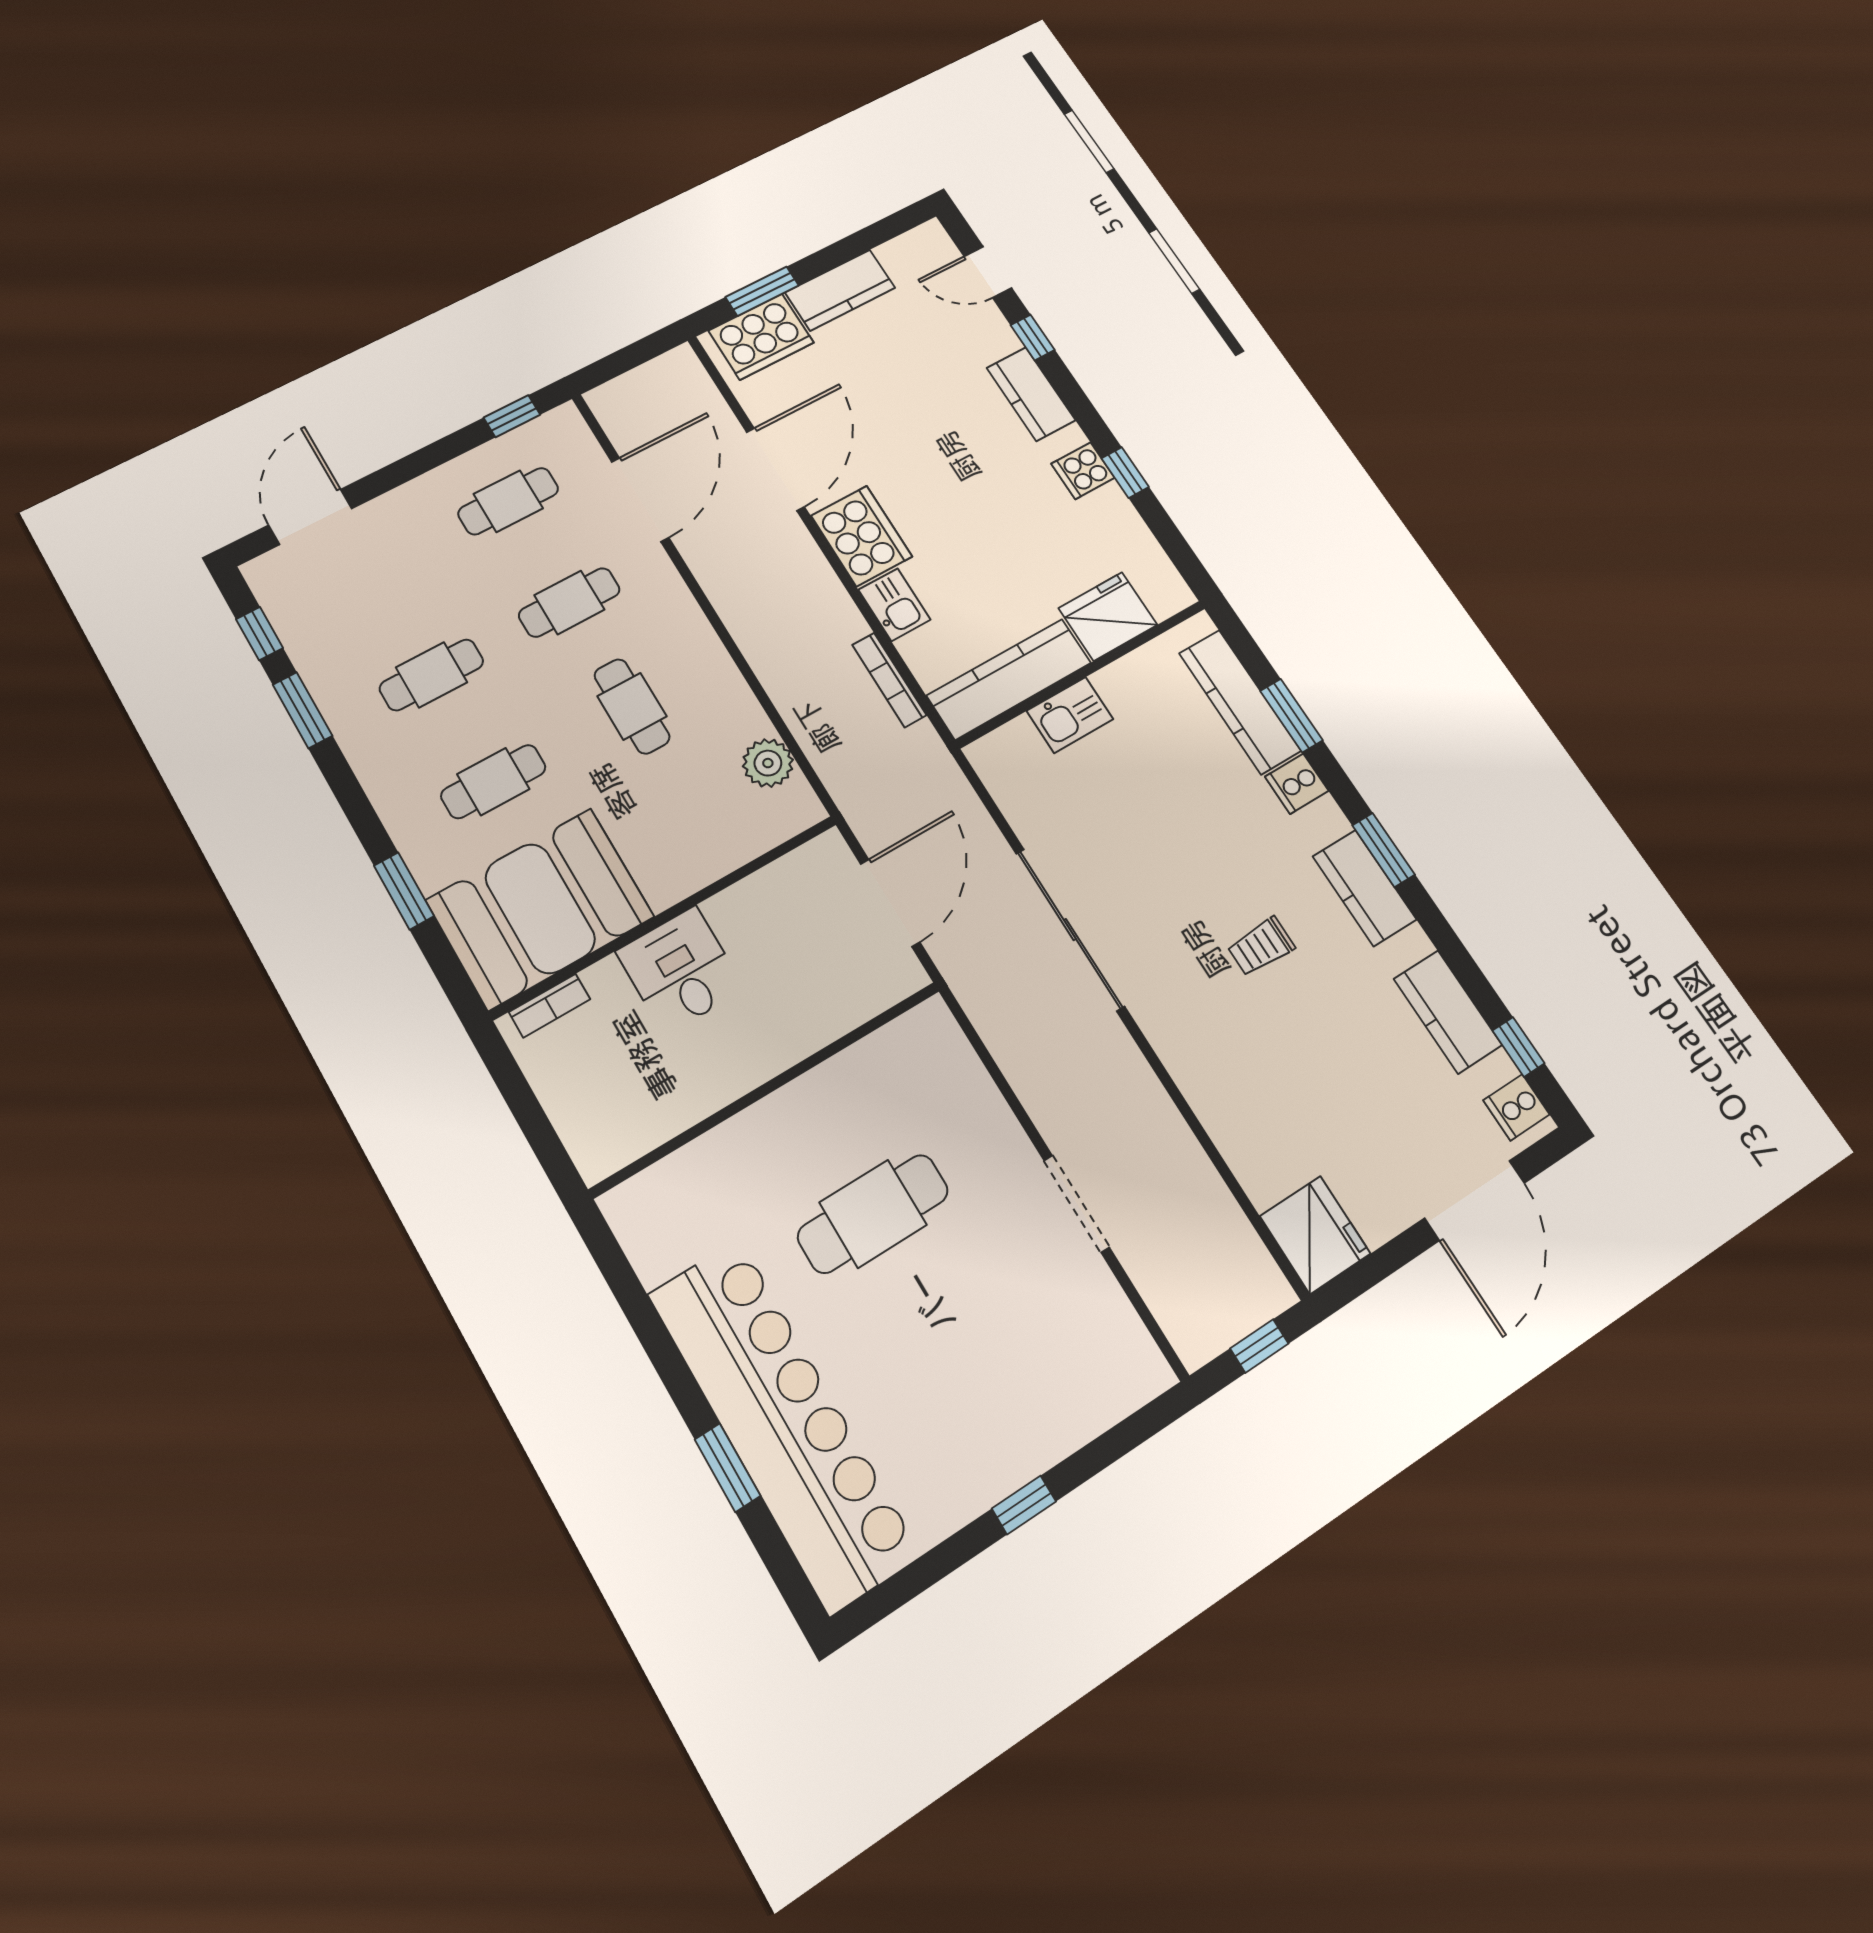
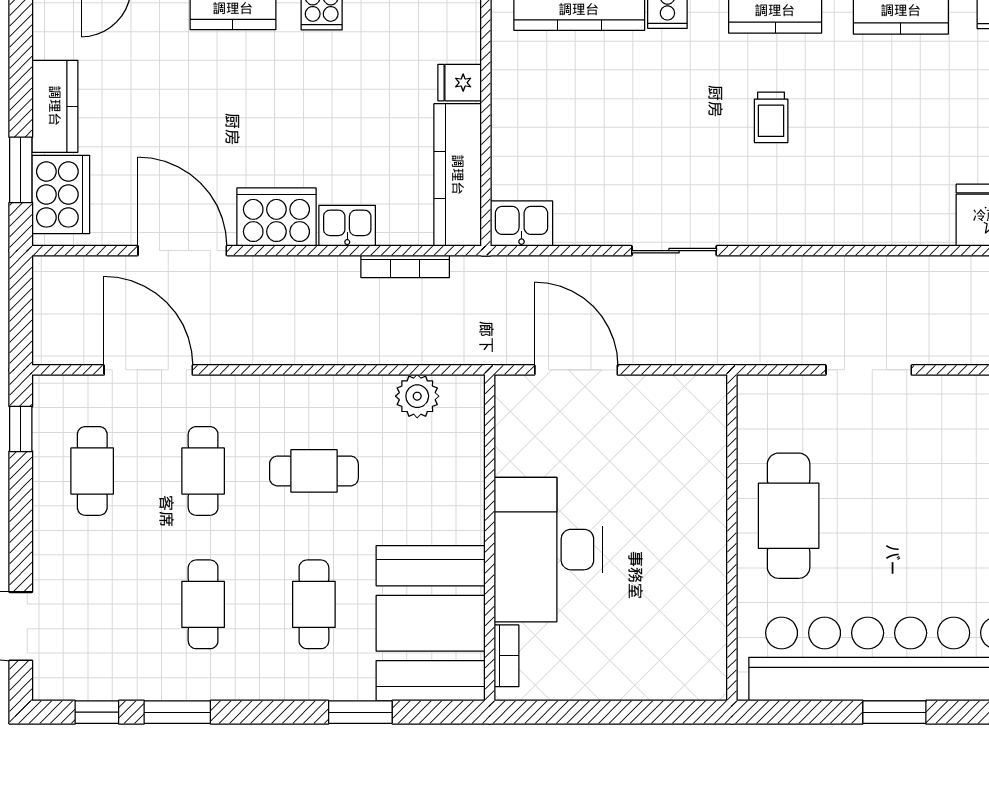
fridge: (1108, 616) -> (460, 83), width x0.53, depth x0.75
kitchen sink: (1070, 715) -> (522, 224), moved, turned -90
sliding door: (1070, 930) -> (674, 251), width x0.54
desk: (680, 970) -> (548, 550), width x1.87, depth x1.30
wall: (767, 1088) -> (732, 538), moved

